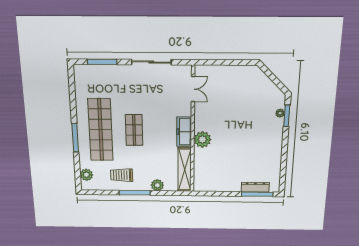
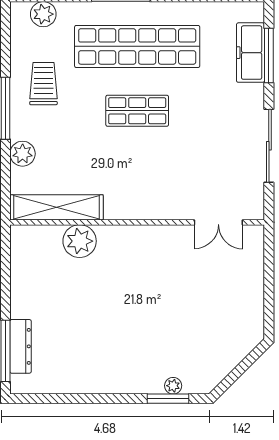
freezer: (184, 132) -> (250, 53), moved, turned -90
plant: (202, 139) -> (80, 241), moved

